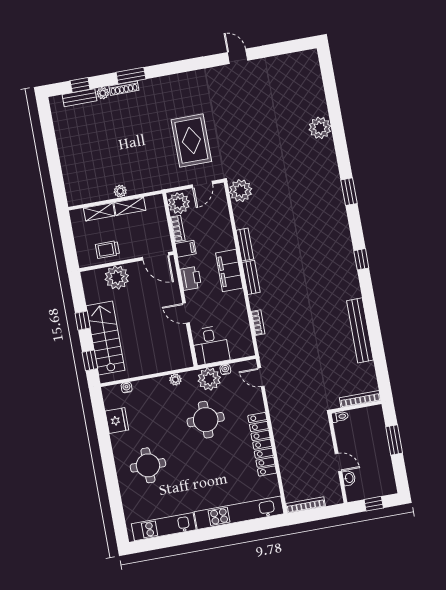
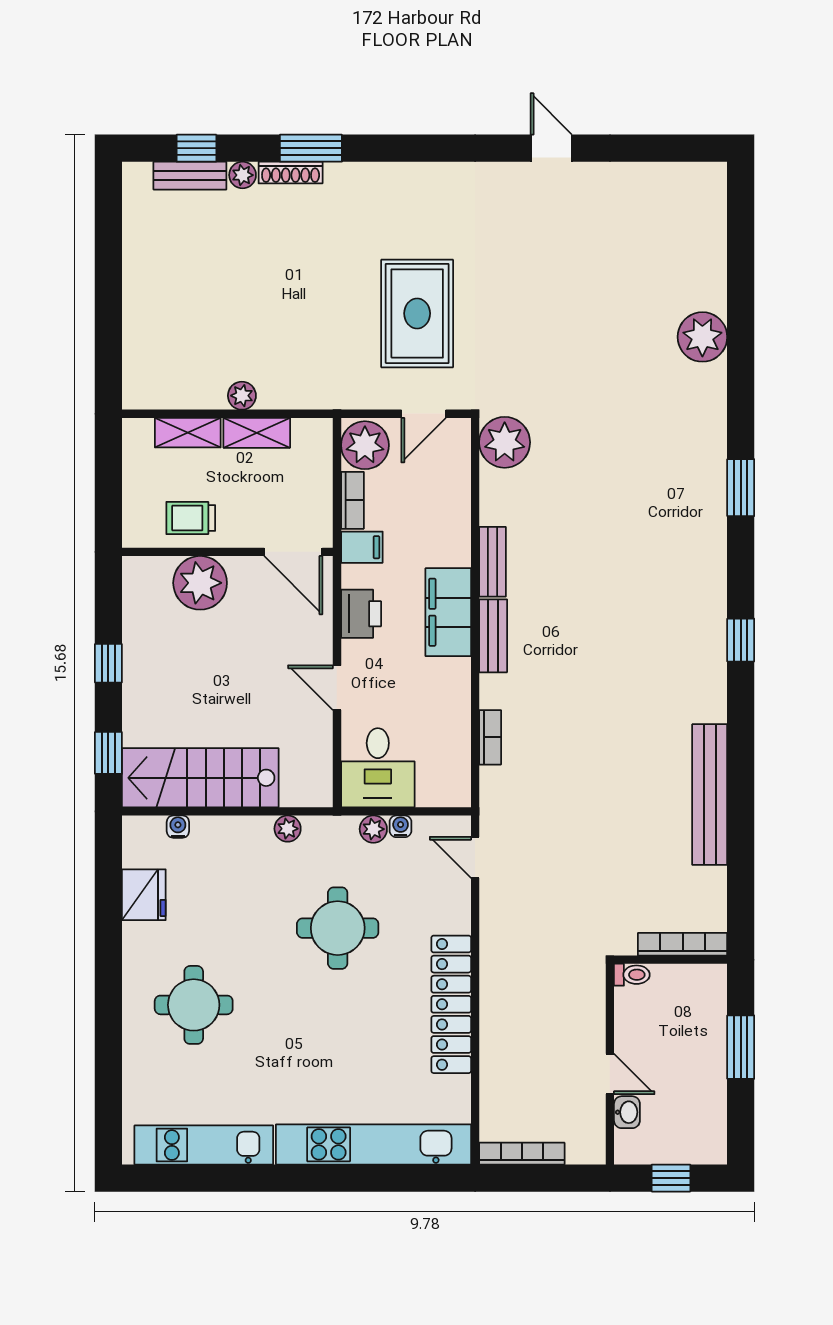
stairs: (105, 338) -> (200, 778), moved, turned -90
plant: (209, 379) -> (373, 829), width x0.53, depth x0.53

